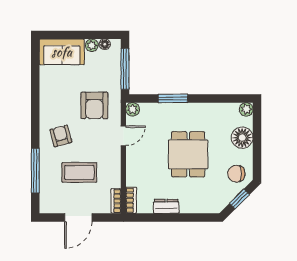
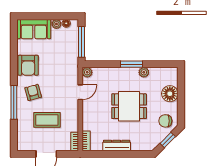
window: (173, 98) -> (132, 64), moved
armchair: (94, 105) -> (28, 65), moved
plant: (246, 109) -> (144, 72), moved
dining table: (188, 154) -> (129, 106), turned 90
window: (35, 171) -> (14, 102), moved
dresser: (166, 206) -> (117, 145), width x1.44

